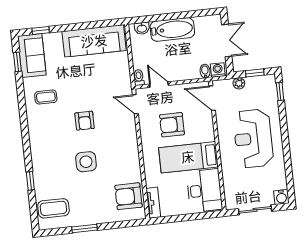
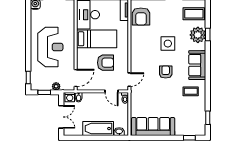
double door: (227, 40) -> (61, 117), swing flipped
sofa: (32, 56) -> (197, 65), moved
door: (212, 98) -> (76, 78), hinge flipped
door: (135, 104) -> (129, 80), hinge flipped
plant: (45, 179) -> (198, 35), added
armchair: (128, 196) -> (141, 16), turned 90

